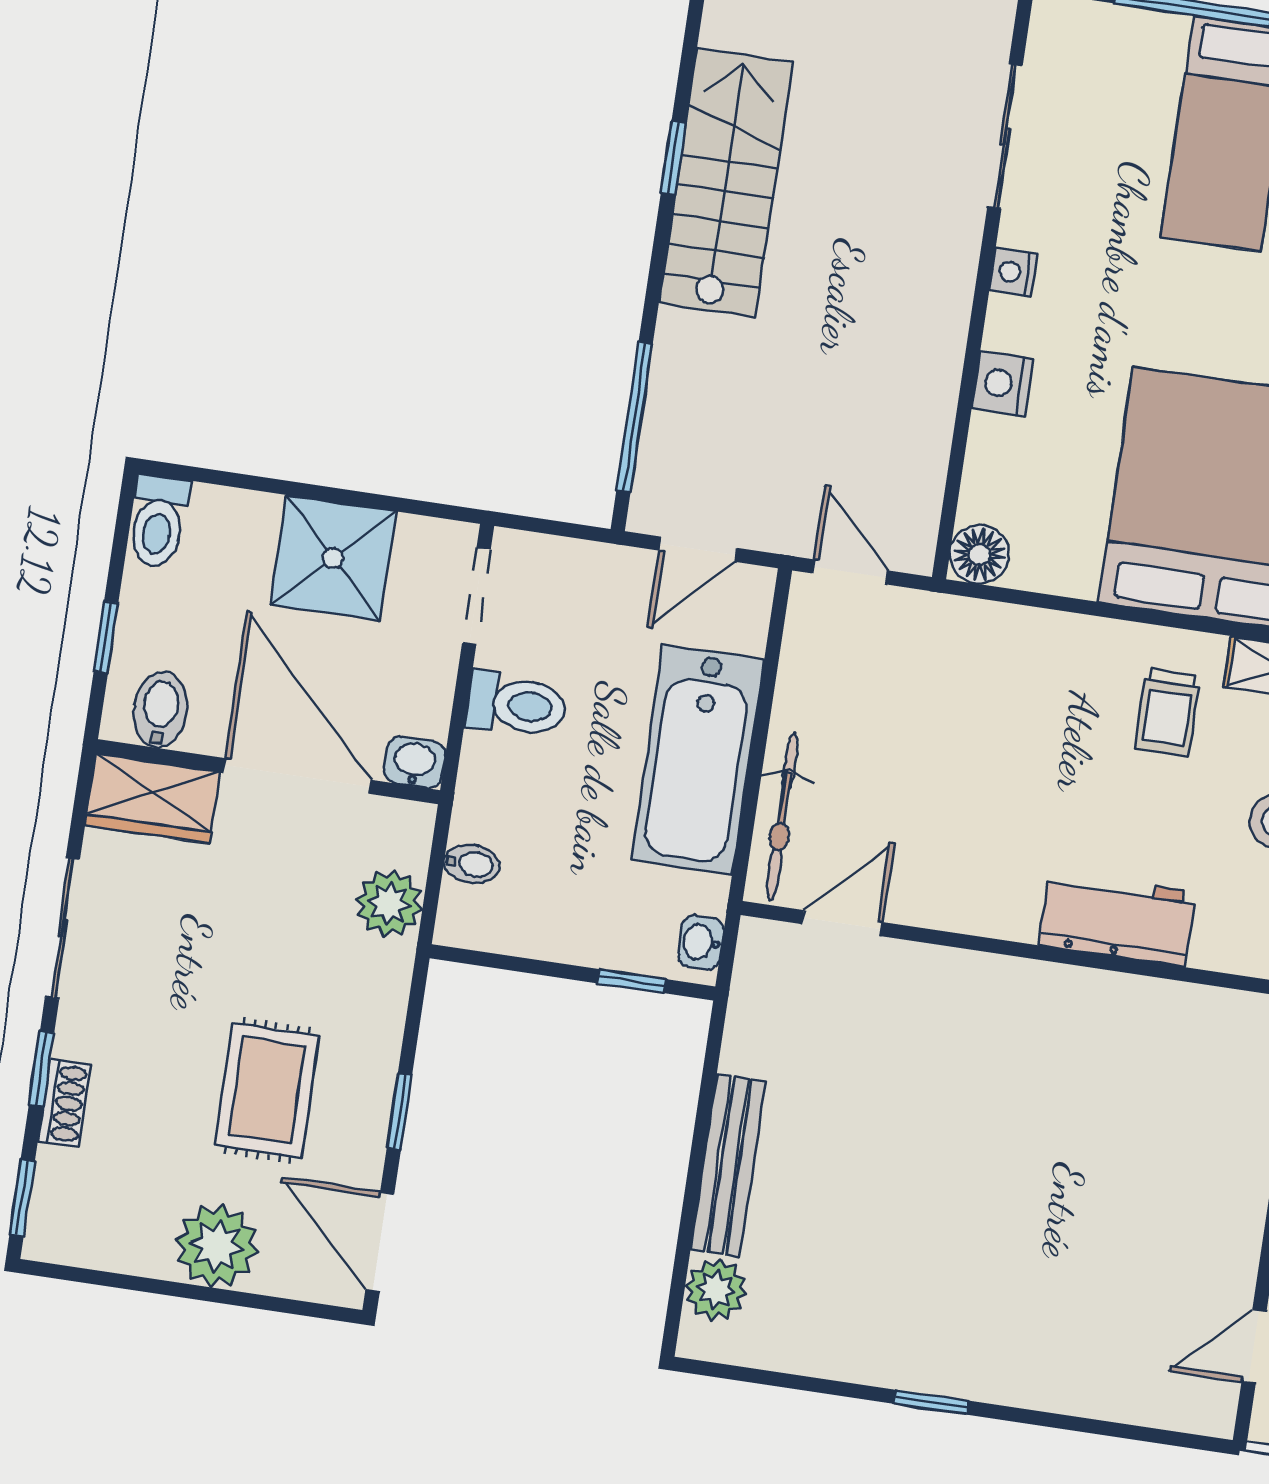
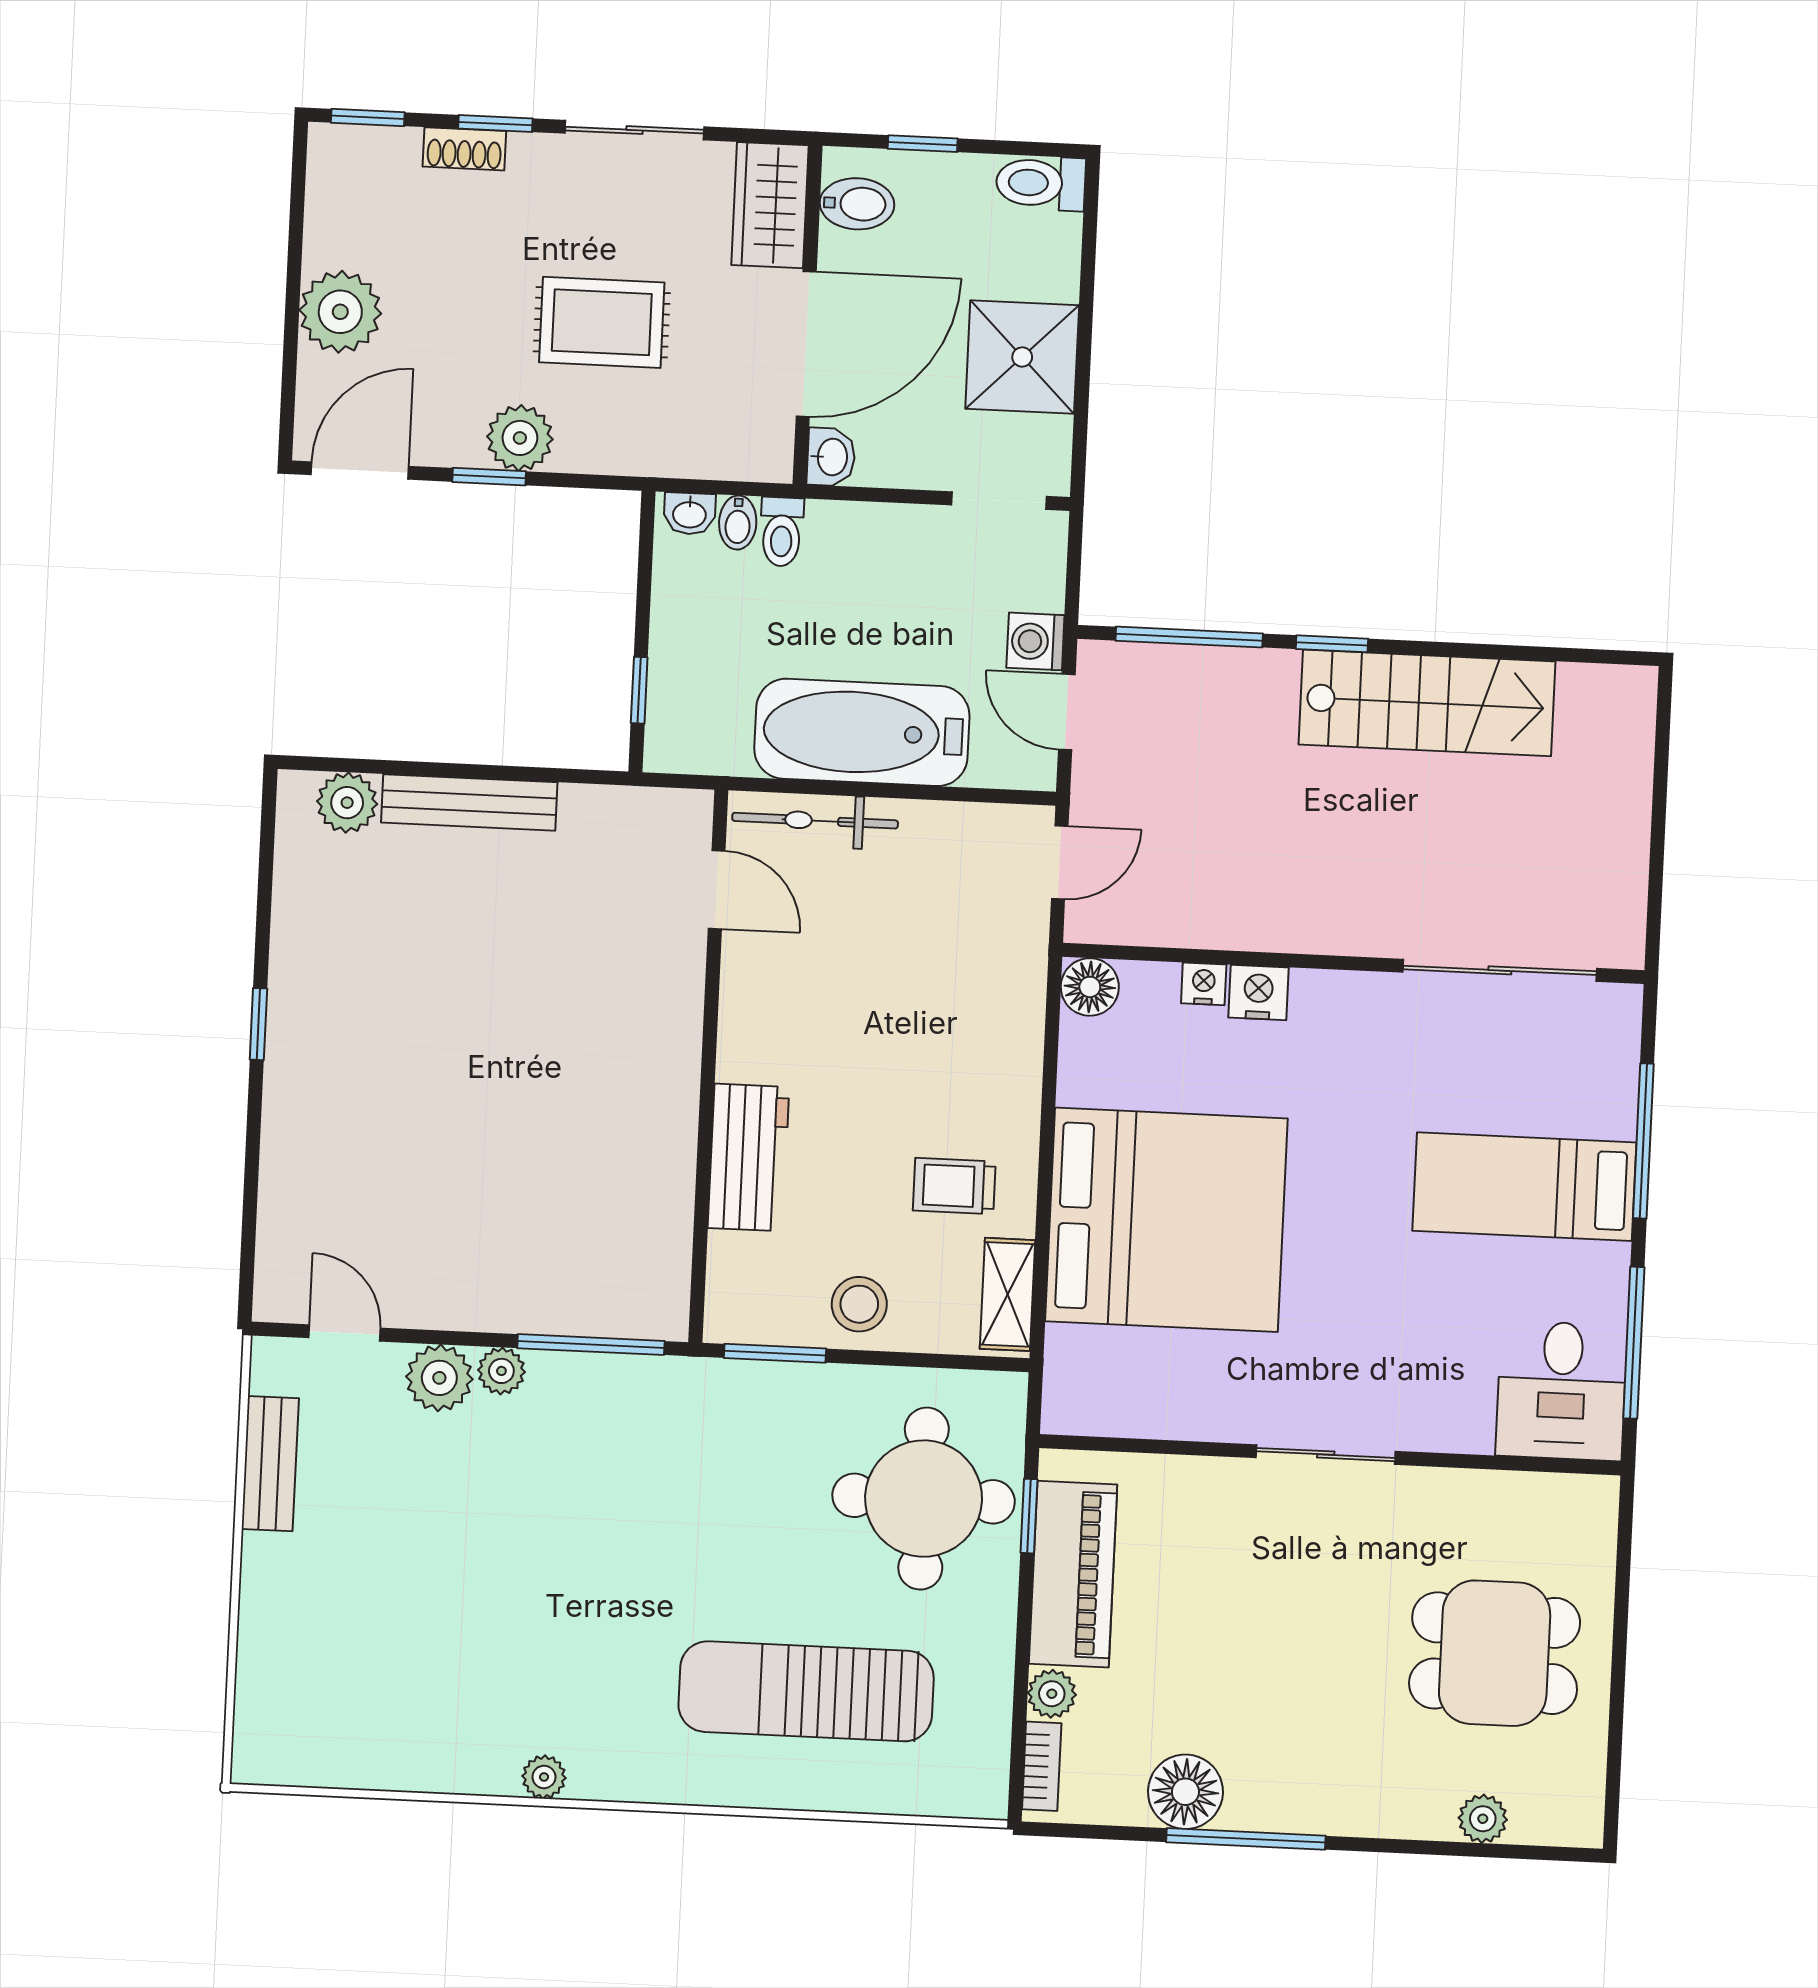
sliding door: (1005, 136) -> (1500, 970), width x1.37
window: (673, 158) -> (1332, 644), moved
nightstand: (1013, 272) -> (1204, 984), moved
washing machine: (623, 574) -> (1035, 641), added
toilet: (516, 705) -> (782, 532), moved, width x0.73, depth x0.72
plant: (389, 903) -> (520, 438), moved
washbasin: (701, 942) -> (690, 514), moved, turned 180
rug: (267, 1090) -> (602, 322), moved

